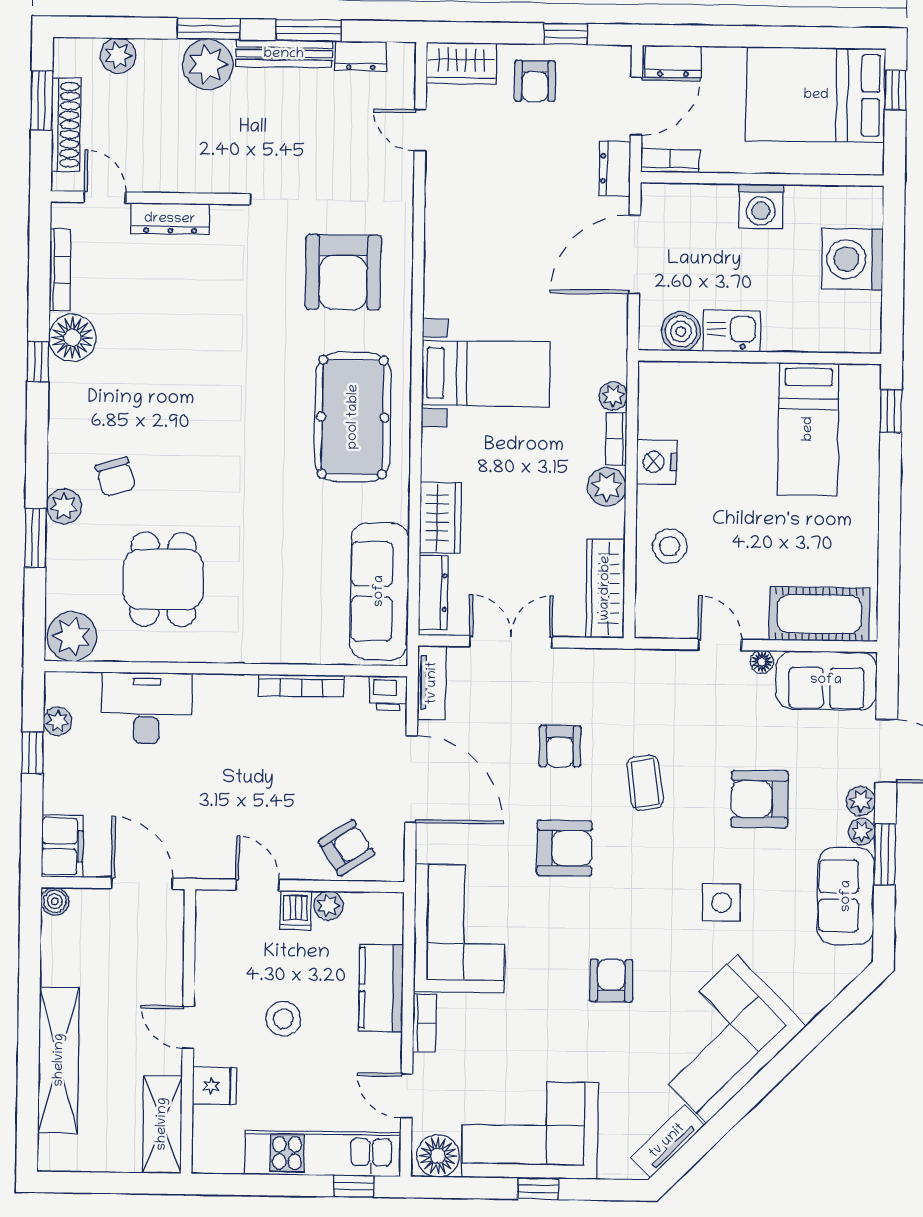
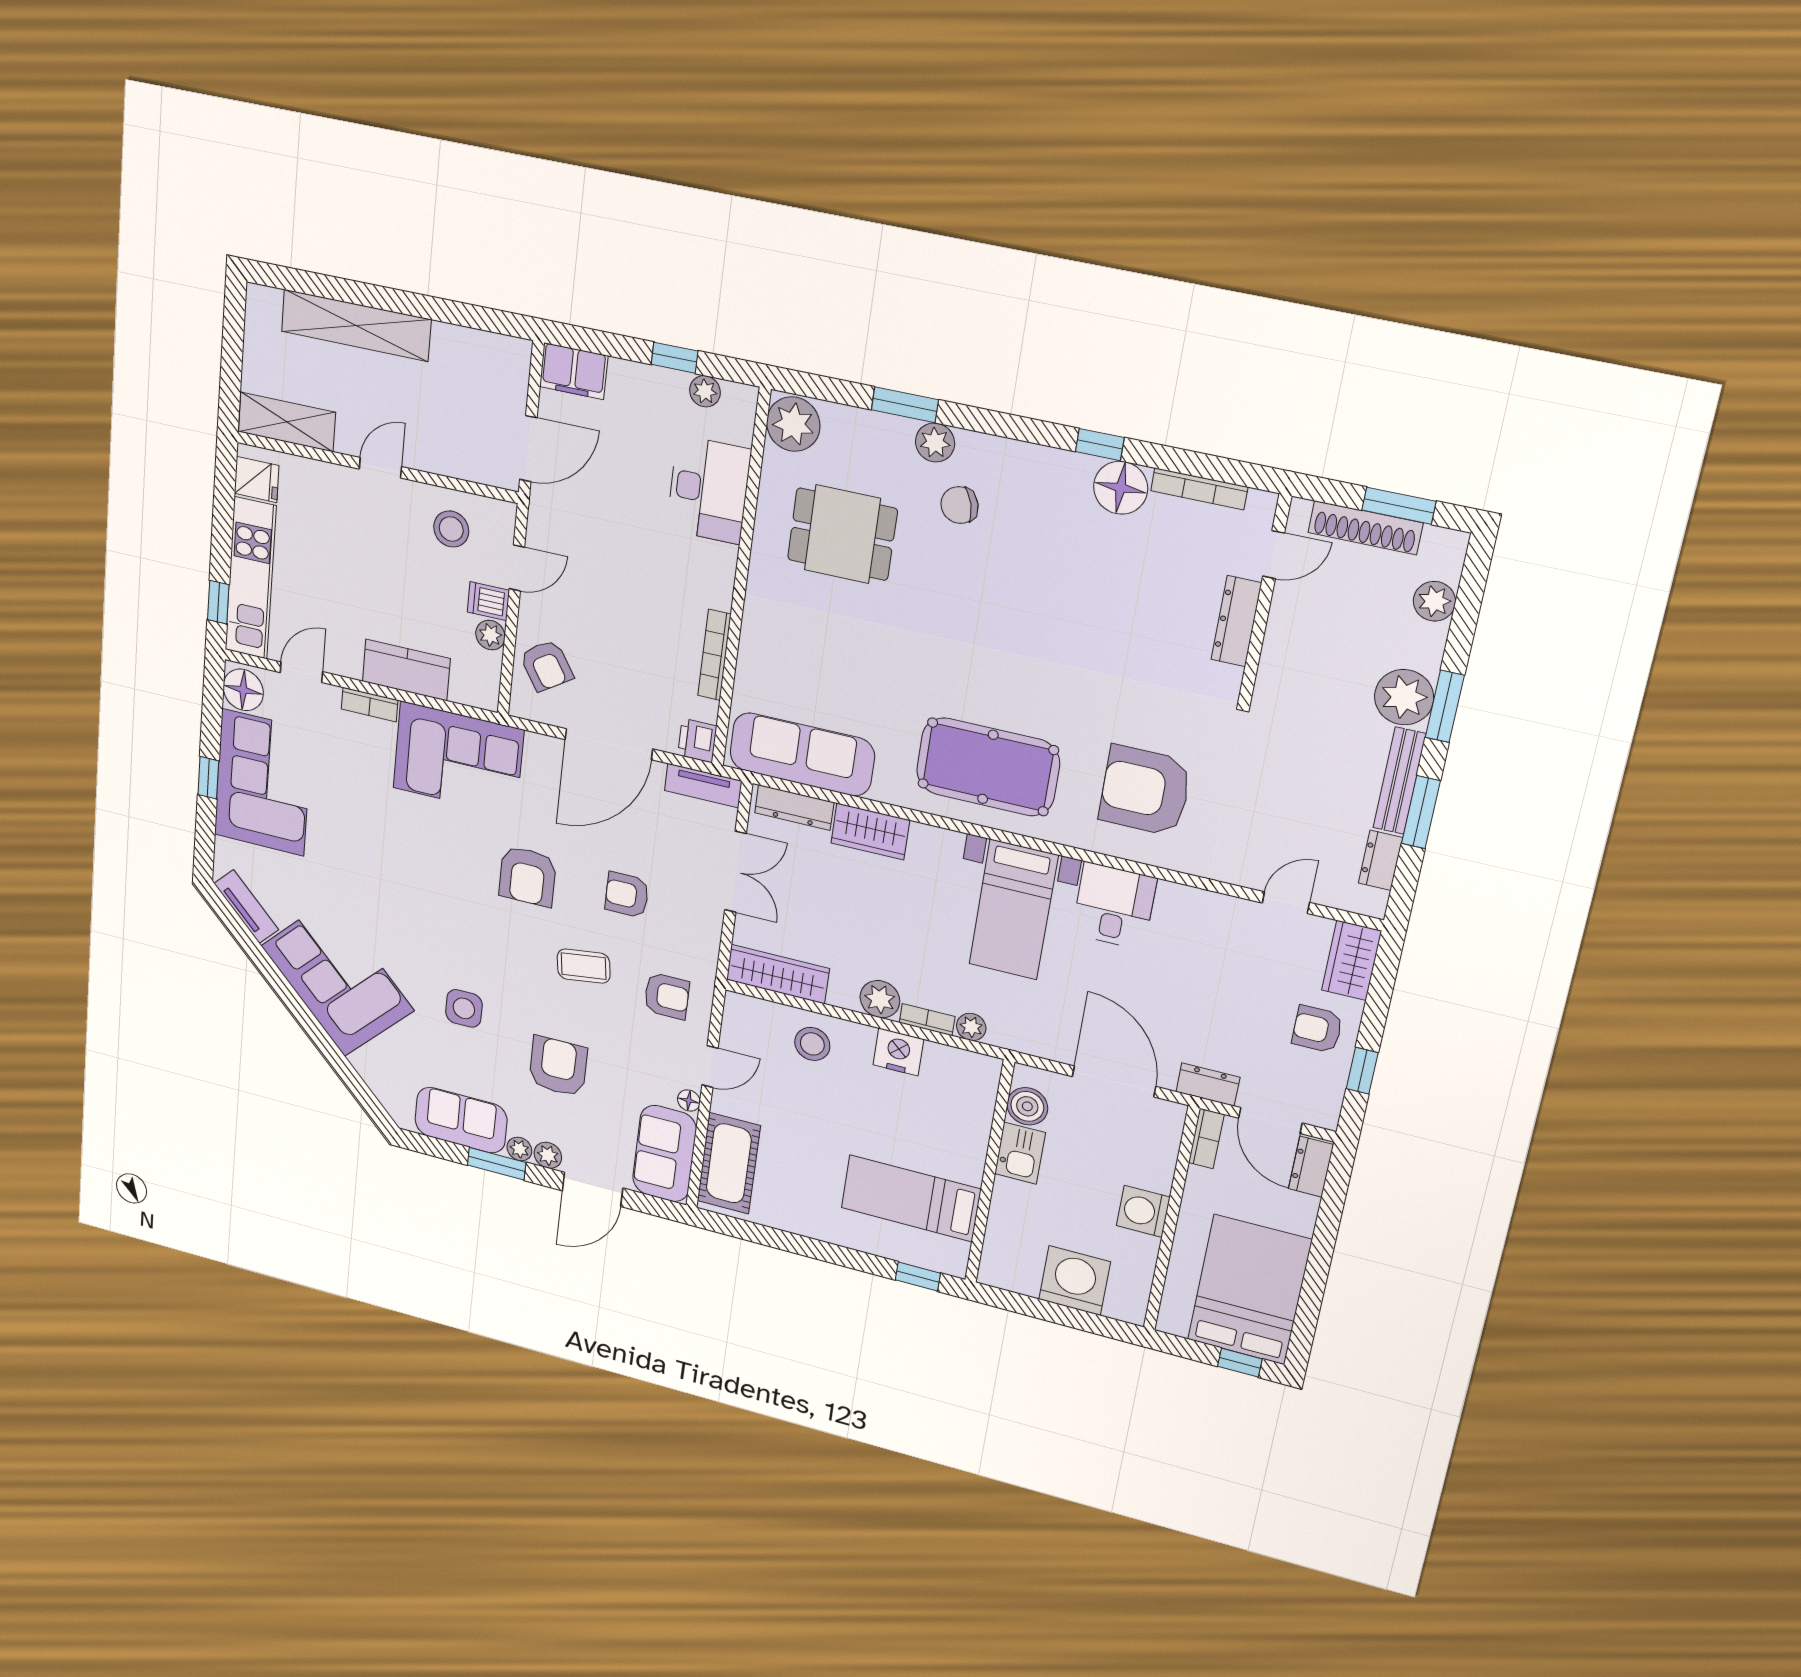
desk: (460, 282) -> (1114, 906), added
boiler: (55, 901) -> (518, 352), removed
armchair: (611, 981) -> (667, 996), moved
stool: (283, 1019) -> (451, 529), moved
fridge: (215, 1086) -> (257, 479), moved, turned -90

